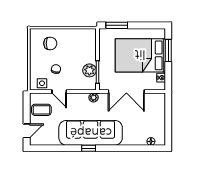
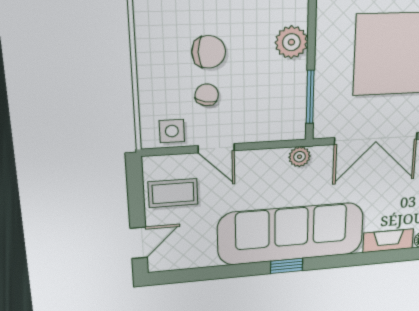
chair: (50, 43) -> (209, 52), moved
plant: (89, 70) -> (291, 42), moved
fireplace: (135, 140) -> (388, 241), added

